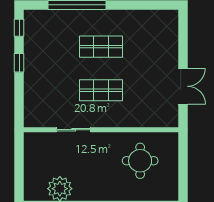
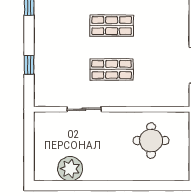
window: (19, 63) -> (29, 65), moved

